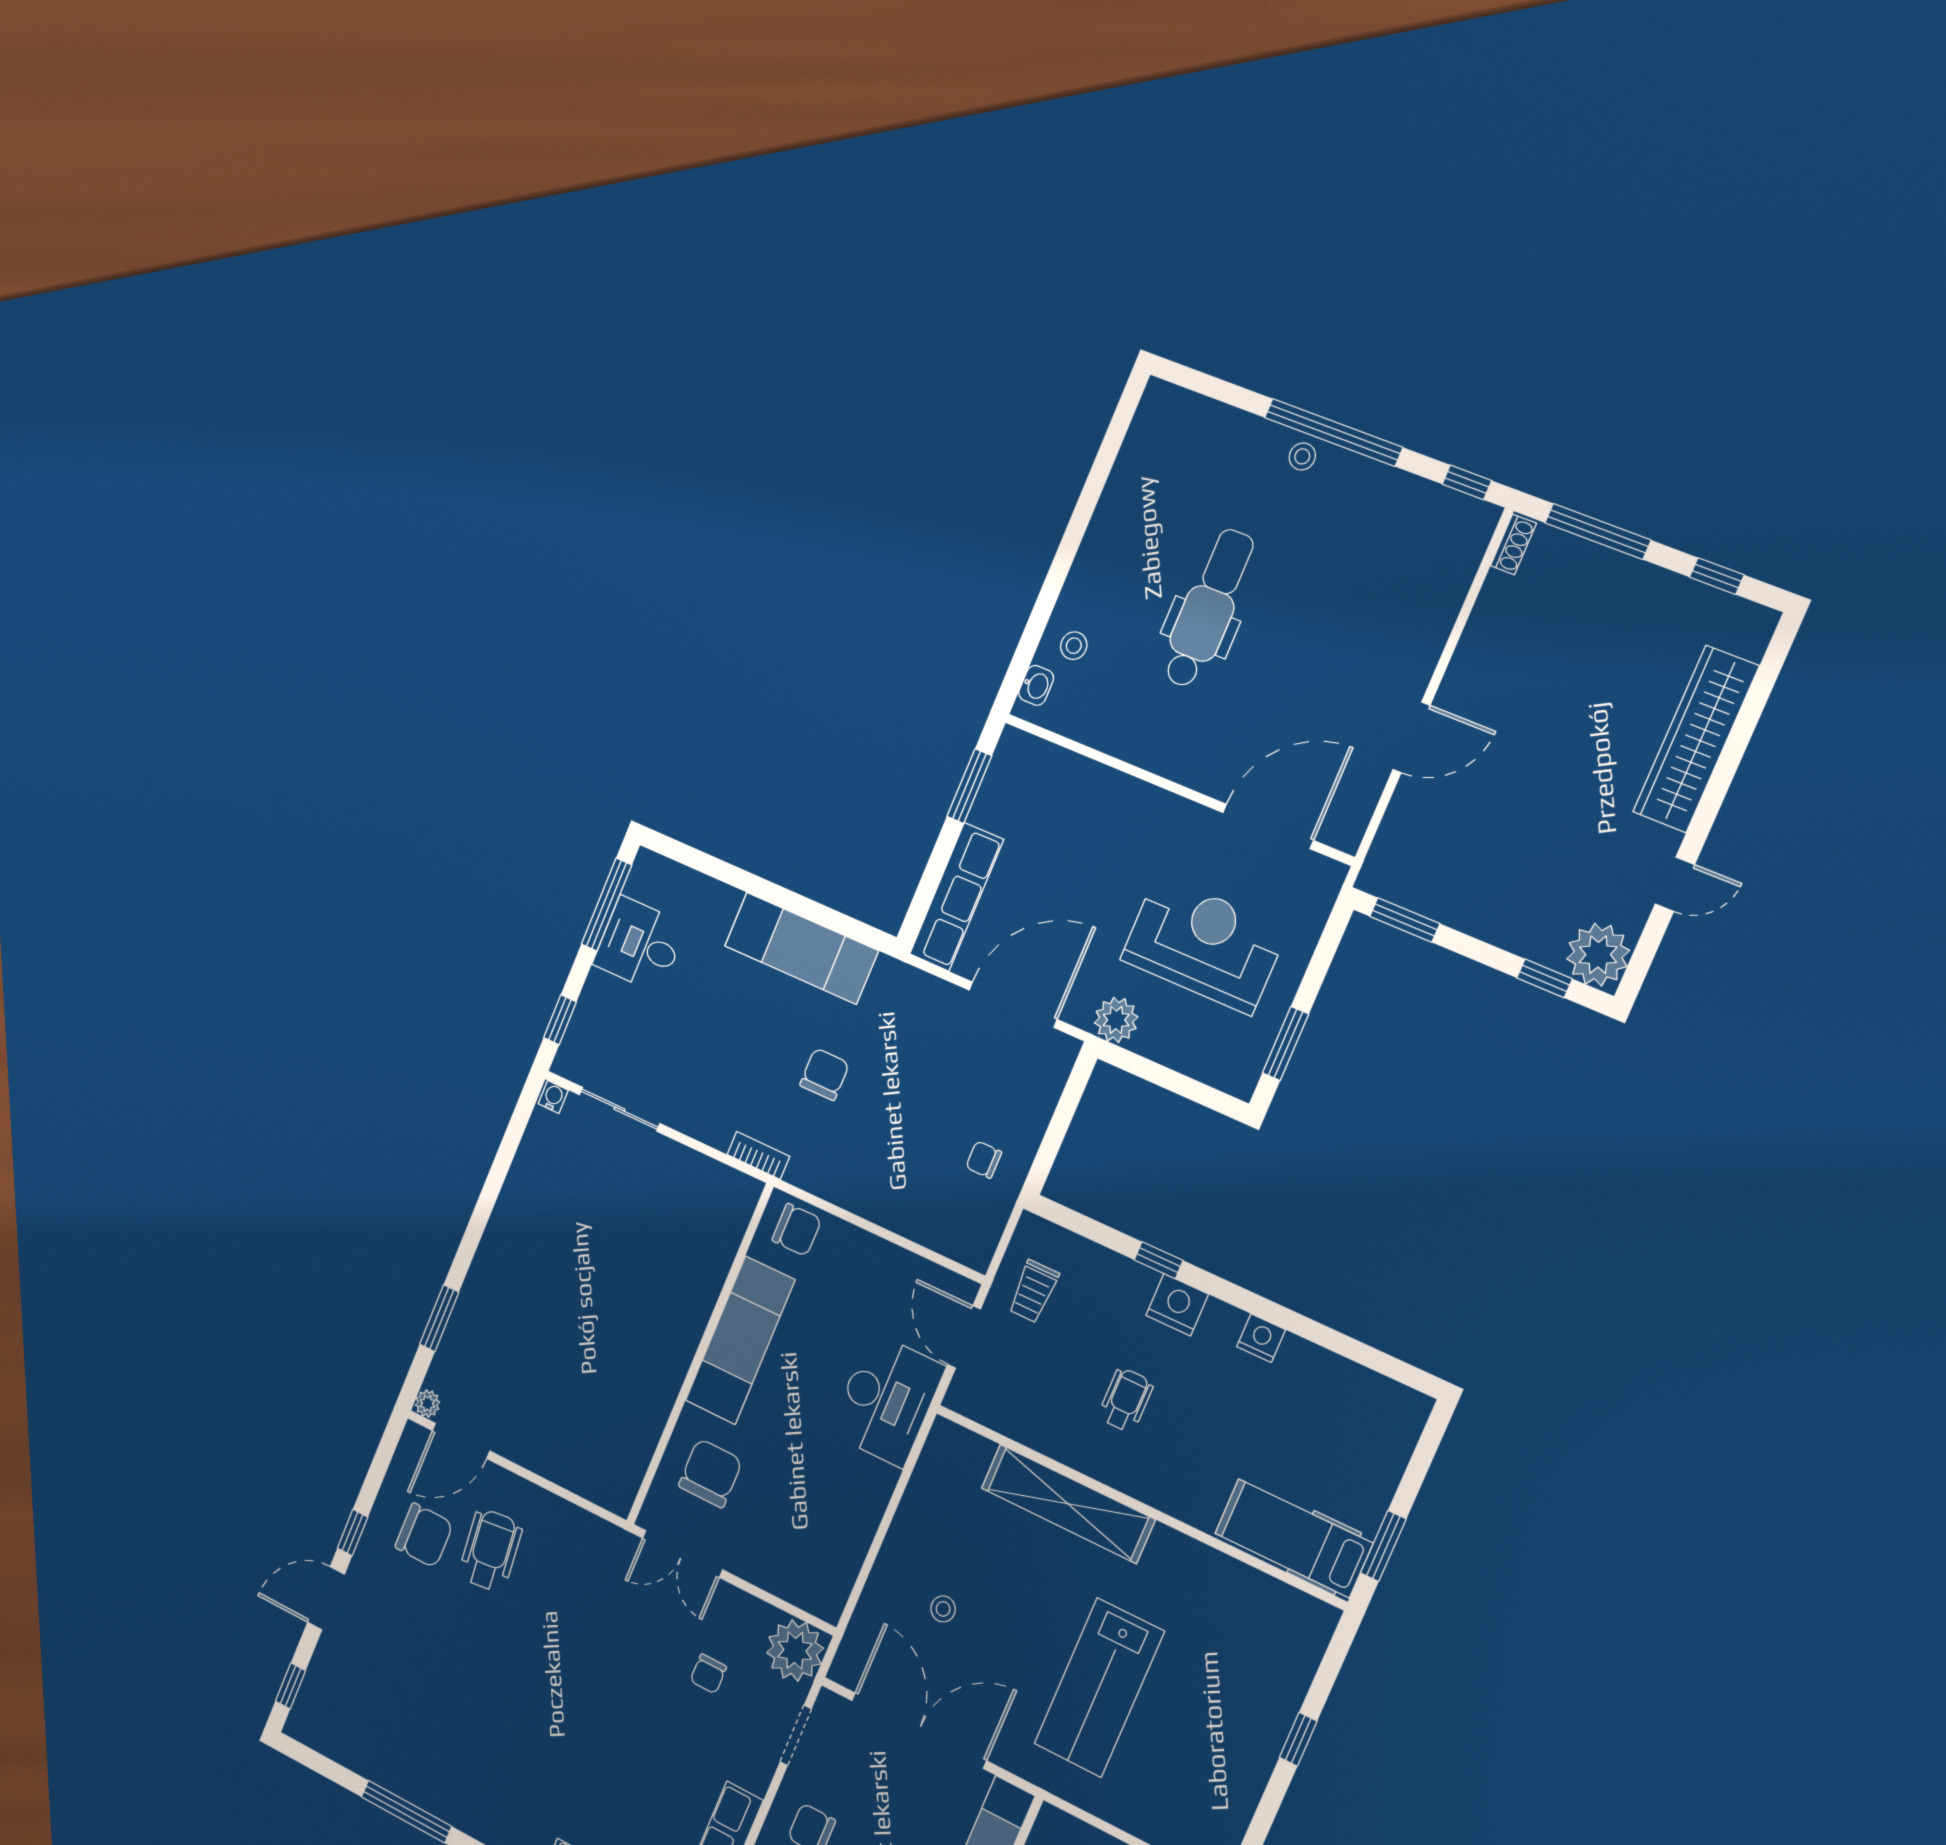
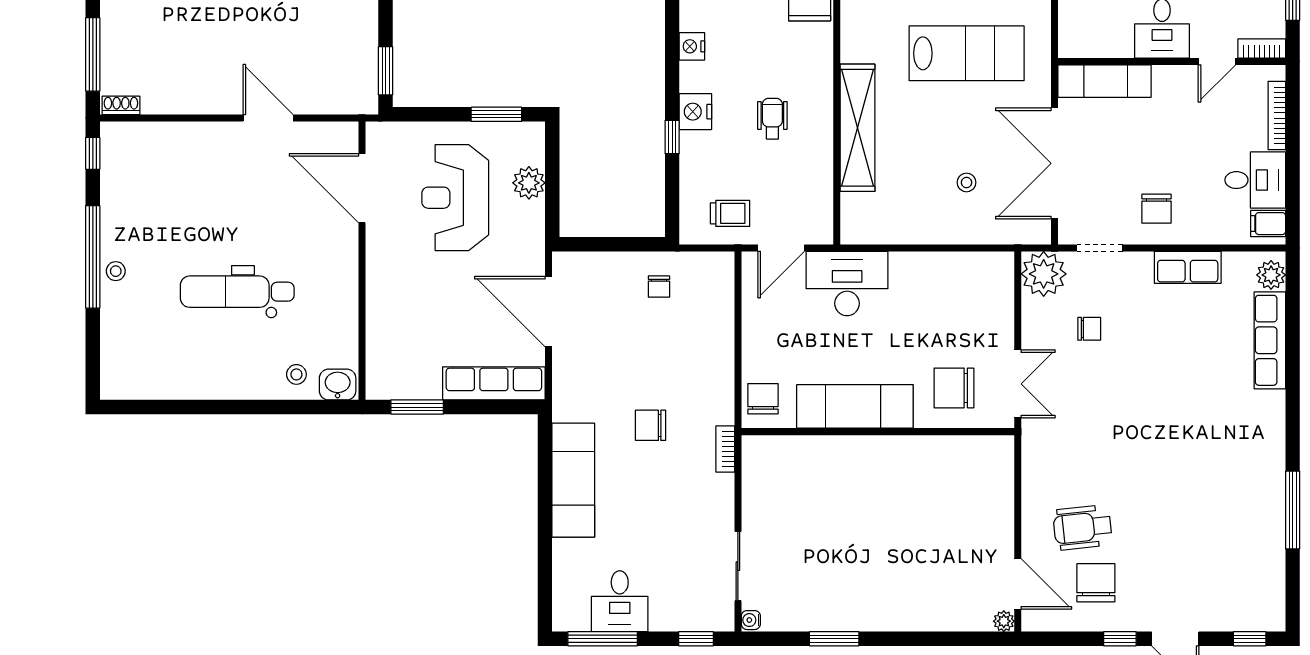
washbasin: (1036, 685) -> (338, 385), width x1.38, depth x1.45
plant: (1116, 1020) -> (529, 183), moved
window: (439, 1318) -> (834, 639), moved
wheelchair: (1126, 1400) -> (772, 119), turned 90

